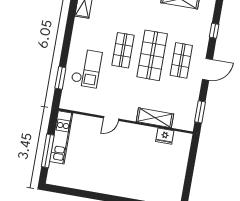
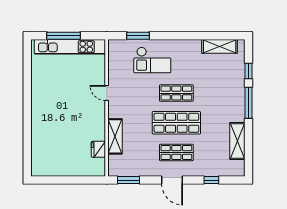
kitchen unit: (61, 137) -> (70, 47), width x1.36

